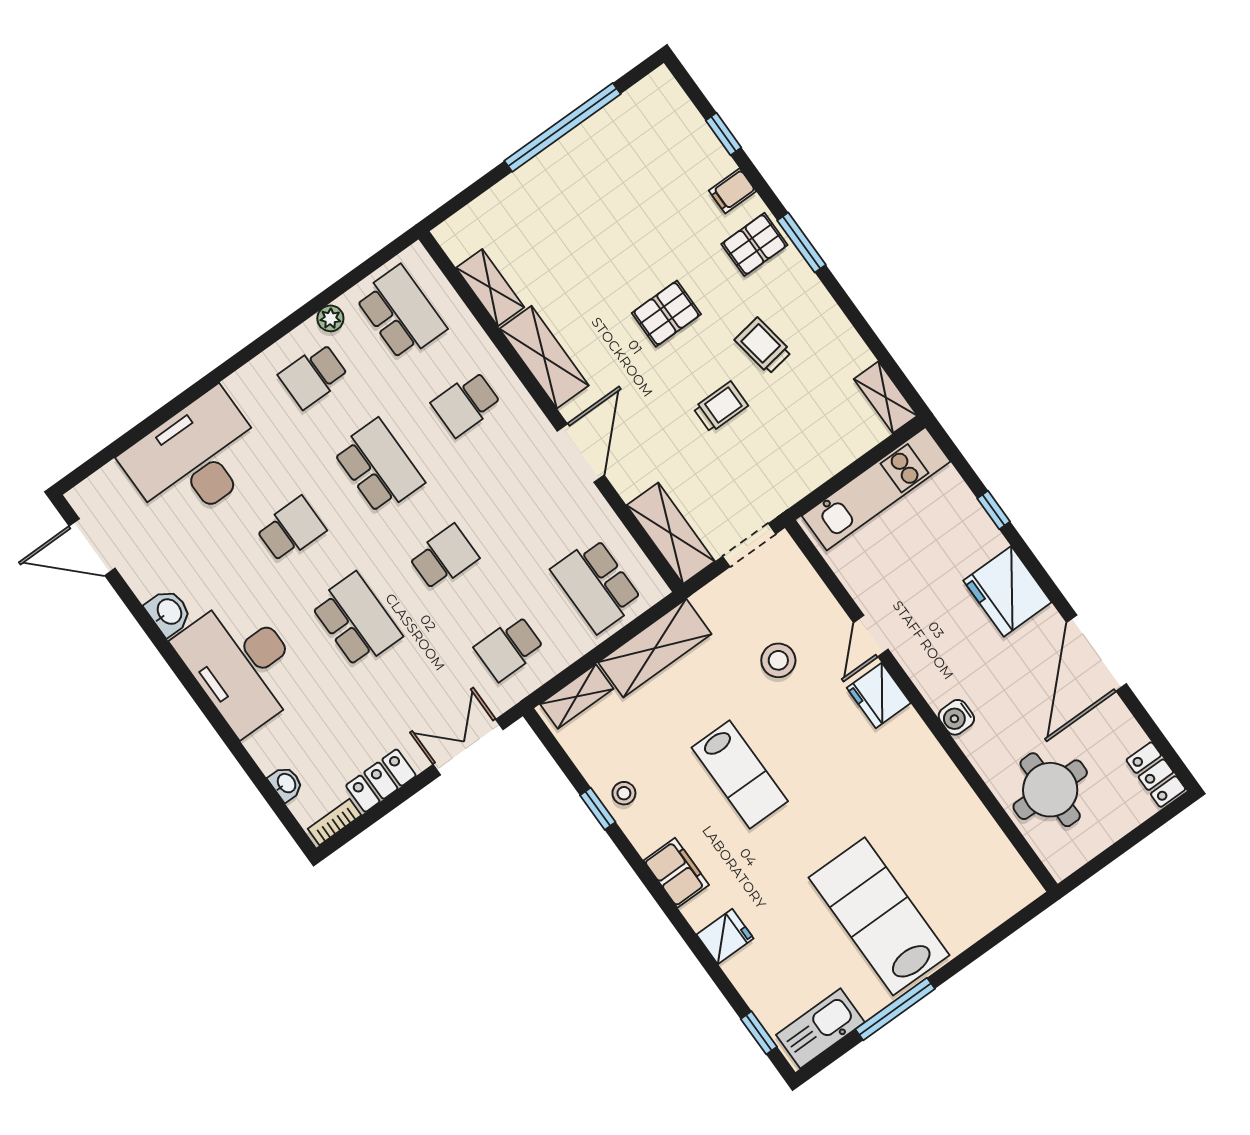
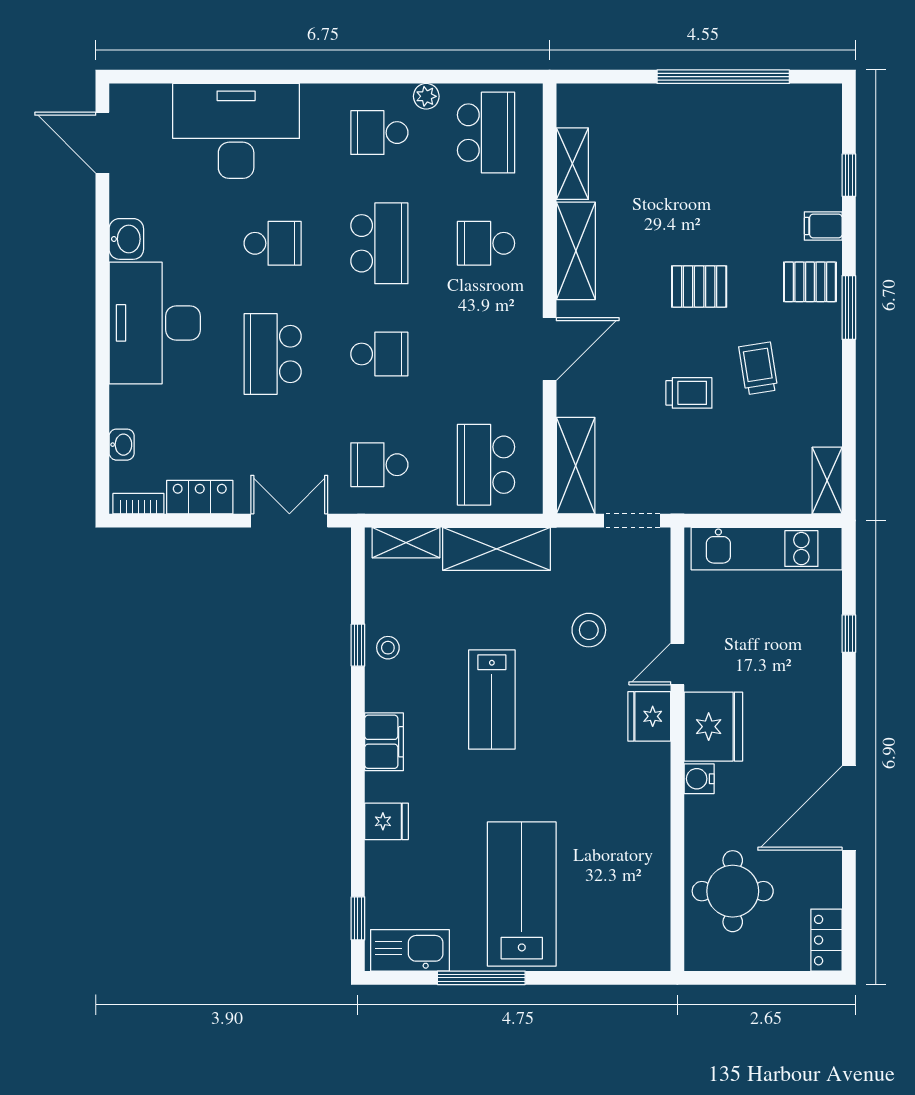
fridge: (1007, 591) -> (713, 727), moved, turned 180
school desk: (356, 620) -> (273, 354), turned 180

